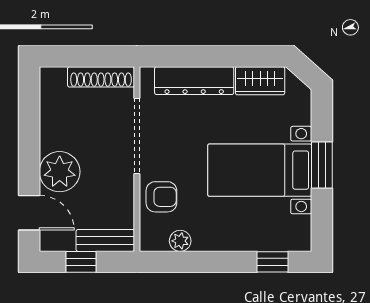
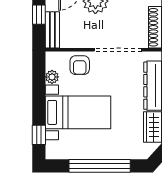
window: (322, 165) -> (100, 166), width x2.11
bed with nightstands: (260, 170) -> (78, 112), moved, turned 90

